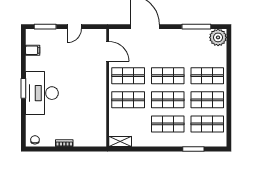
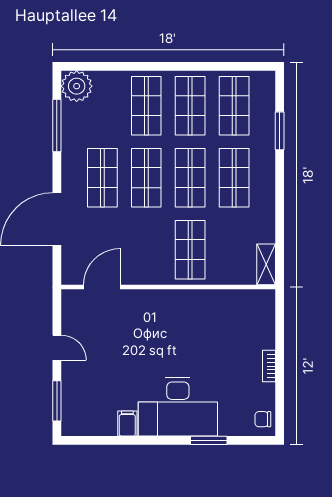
filing cabinet: (33, 50) -> (127, 423), moved
shop shelf: (128, 76) -> (102, 178), moved
window: (23, 88) -> (209, 440), moved

